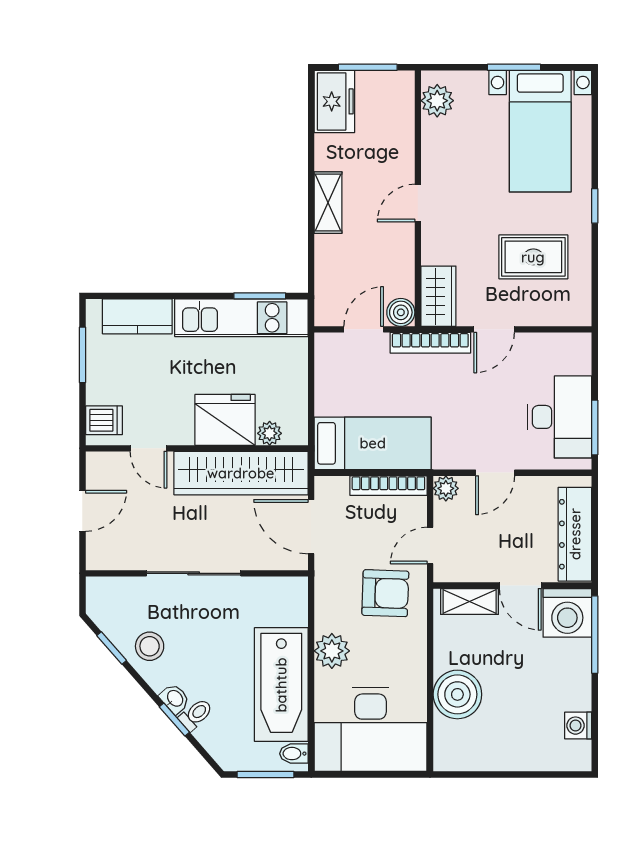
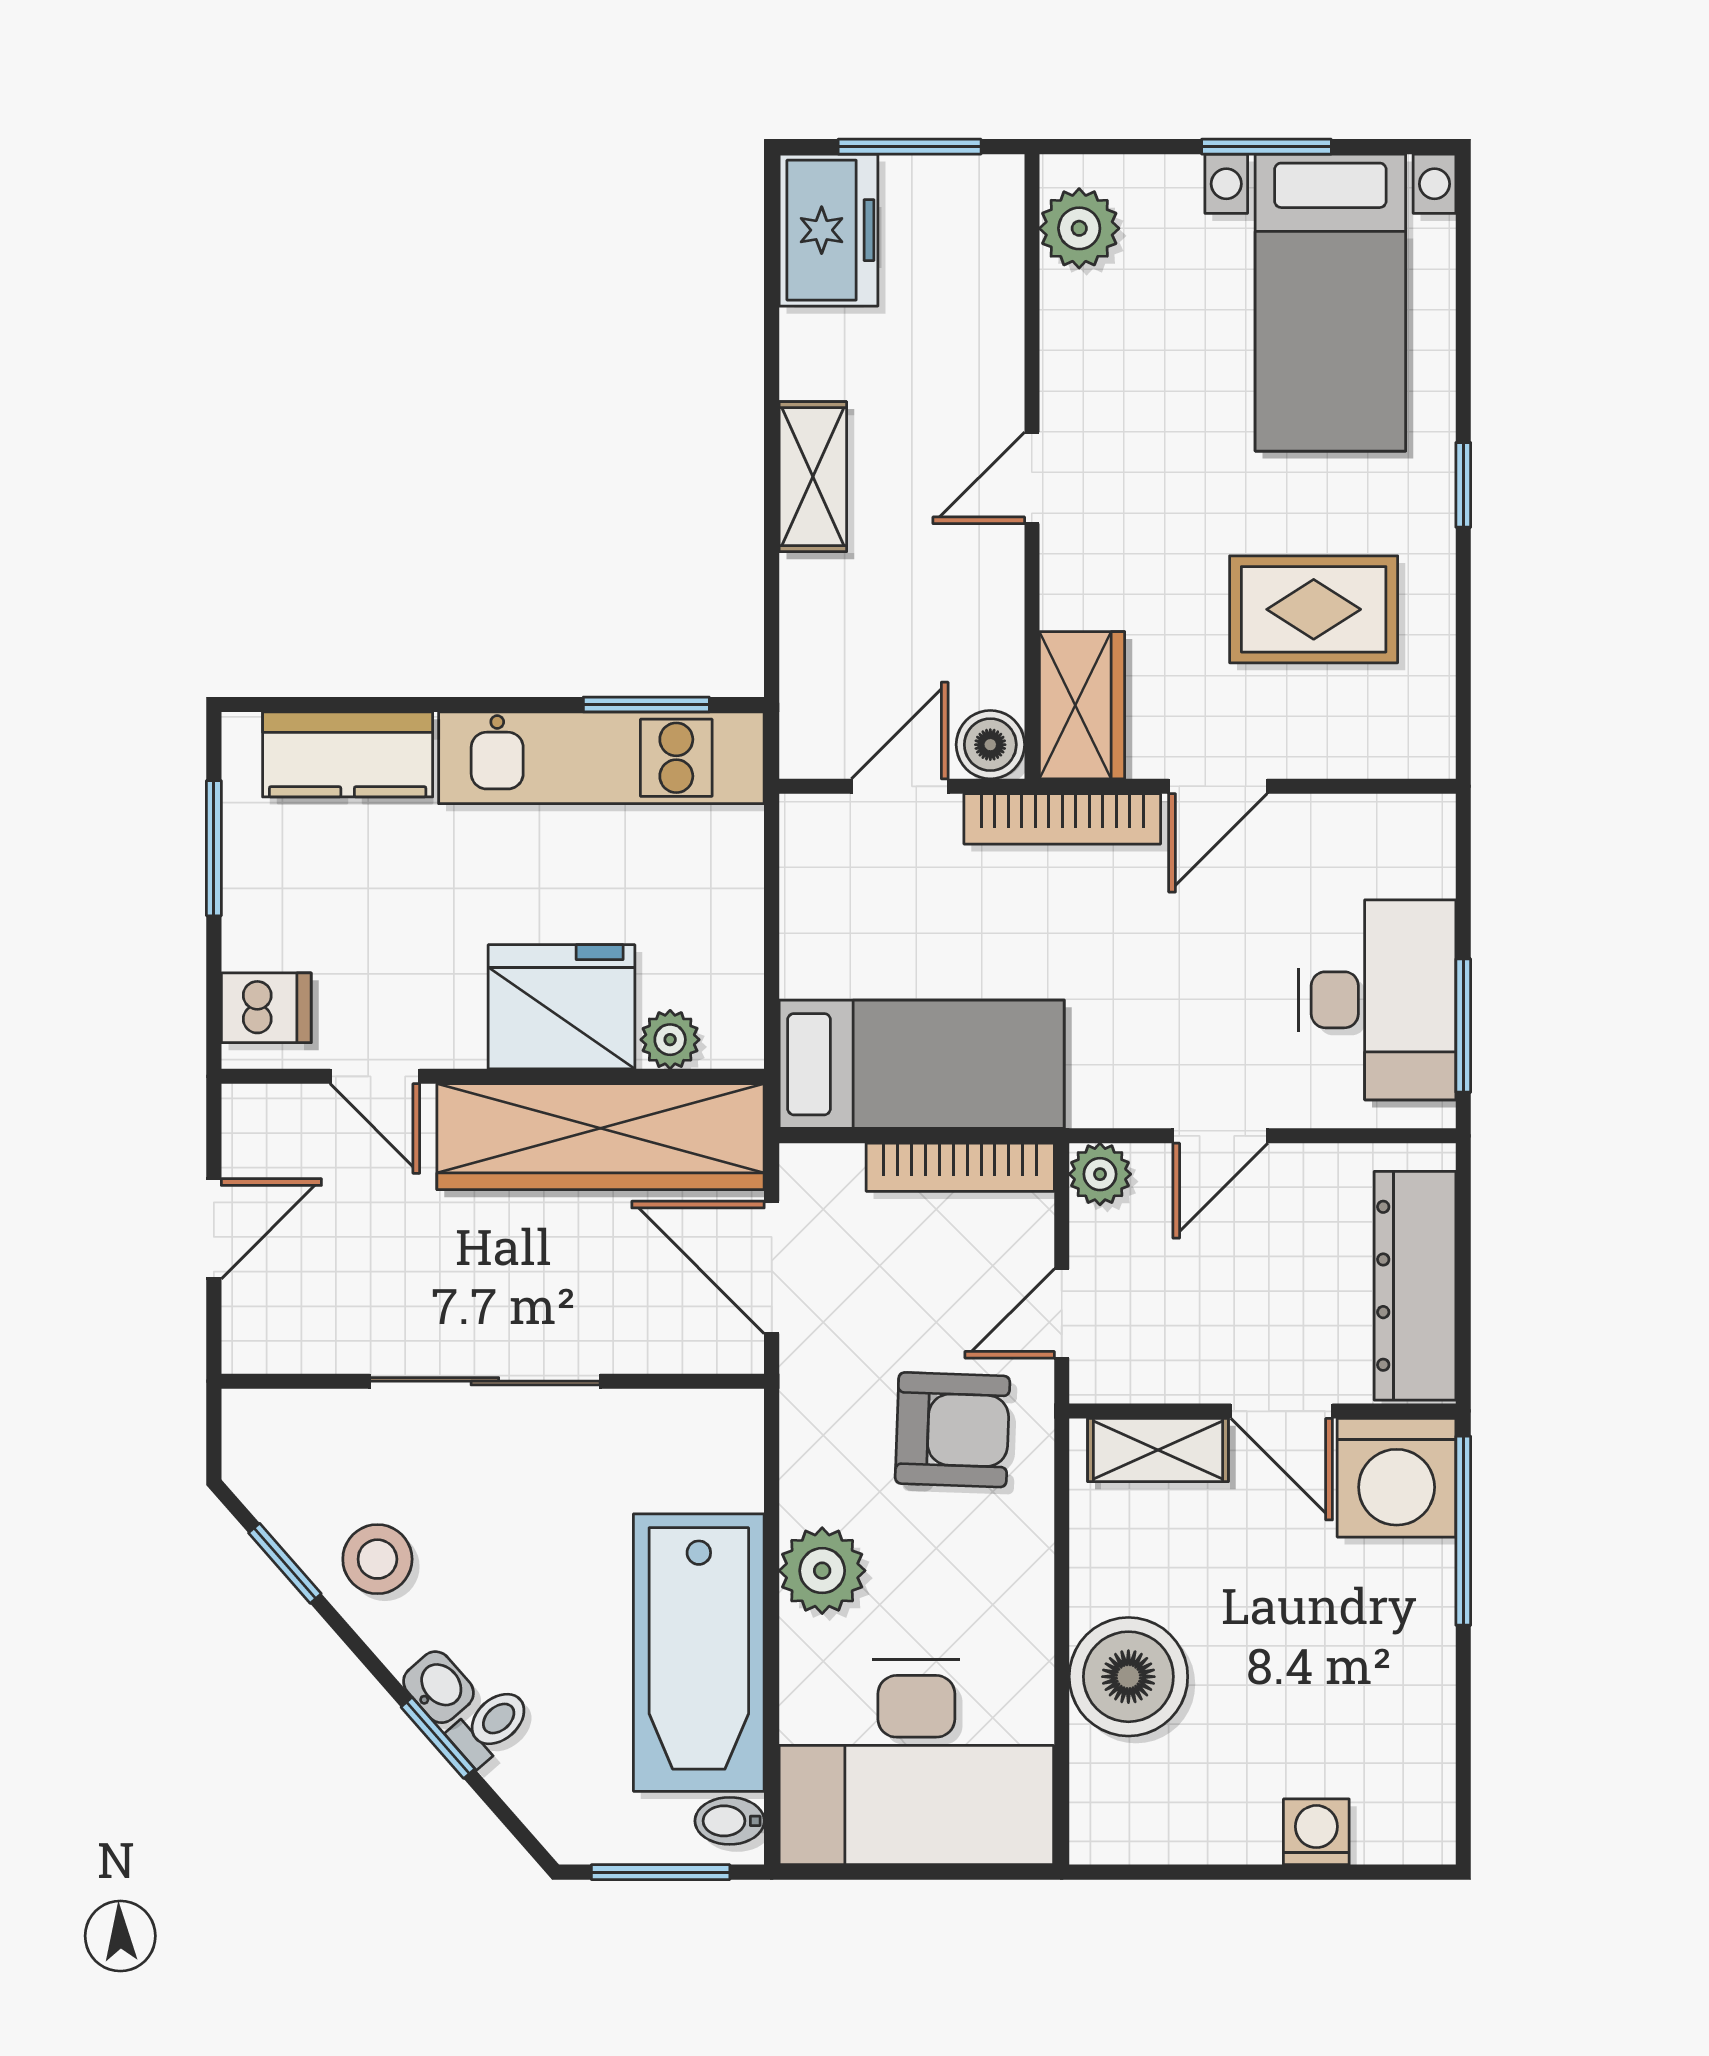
washing machine: (578, 726) -> (1316, 1832), moved, turned 90

